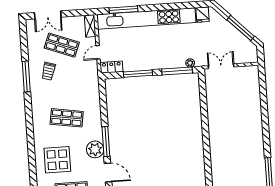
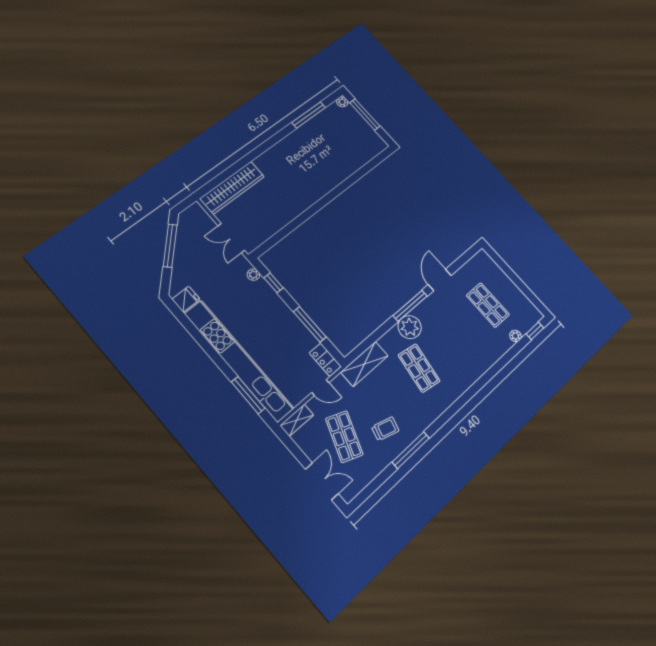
window: (177, 71) -> (274, 283), width x0.46
shelving: (93, 88) -> (364, 364), added
wardrobe: (252, 89) -> (232, 188), added
plant: (95, 149) -> (410, 327), moved
display table: (57, 160) -> (470, 344), removed

